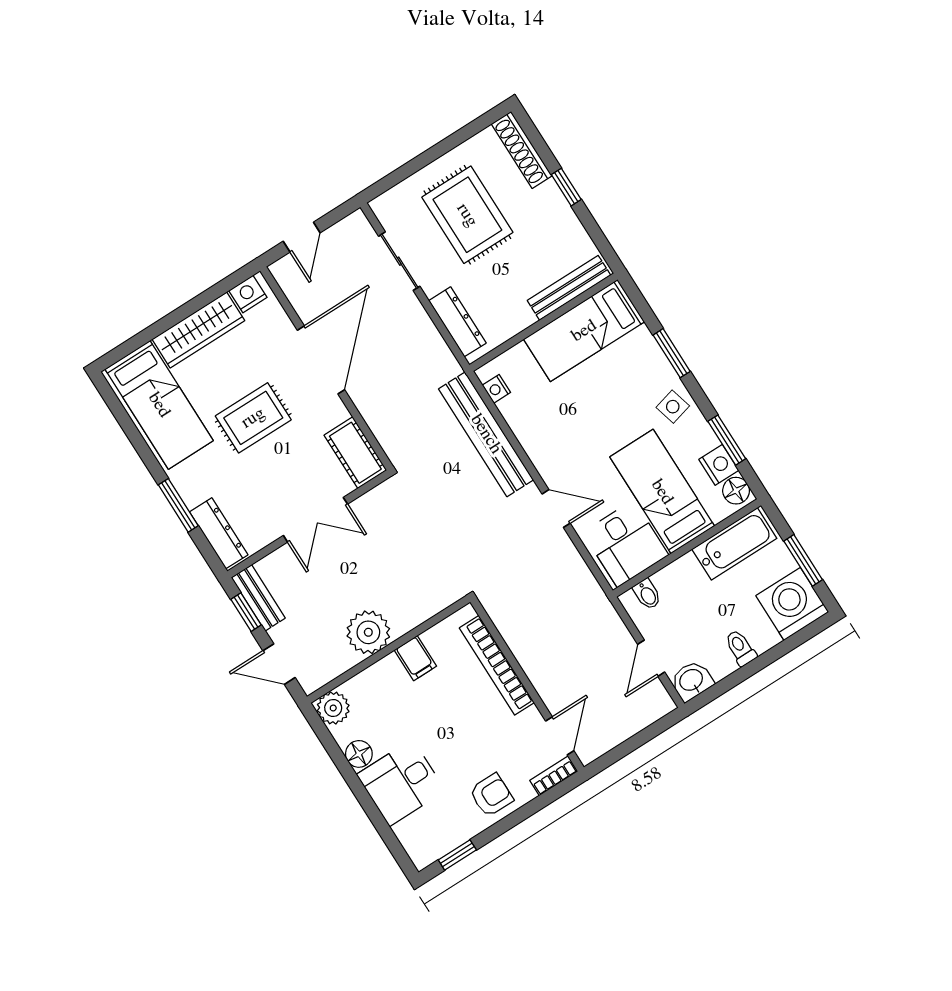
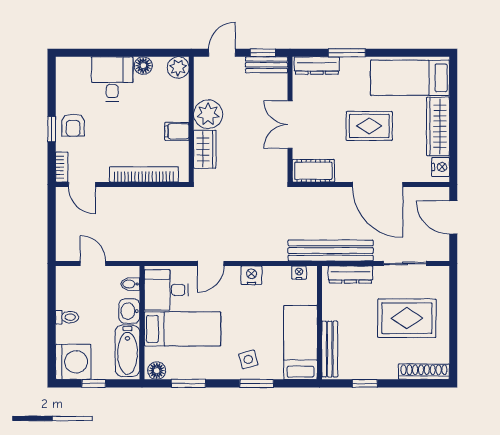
window: (566, 187) -> (365, 383), moved
door: (302, 237) -> (453, 217), width x1.38
side table: (673, 407) -> (248, 359), moved
rug: (253, 418) -> (369, 126), turned 90
bench: (486, 434) -> (331, 251), moved
nightstand: (719, 465) -> (252, 275), moved, turned 180
window: (803, 560) -> (94, 383), width x0.67
wardrobe: (416, 608) -> (205, 149), added
washbasin: (692, 681) -> (129, 311), moved, turned 180
window: (457, 855) -> (52, 129), moved

